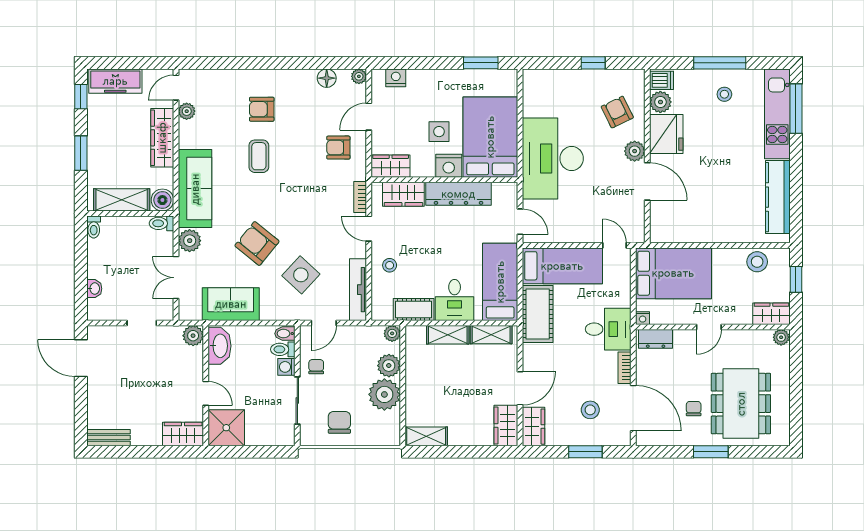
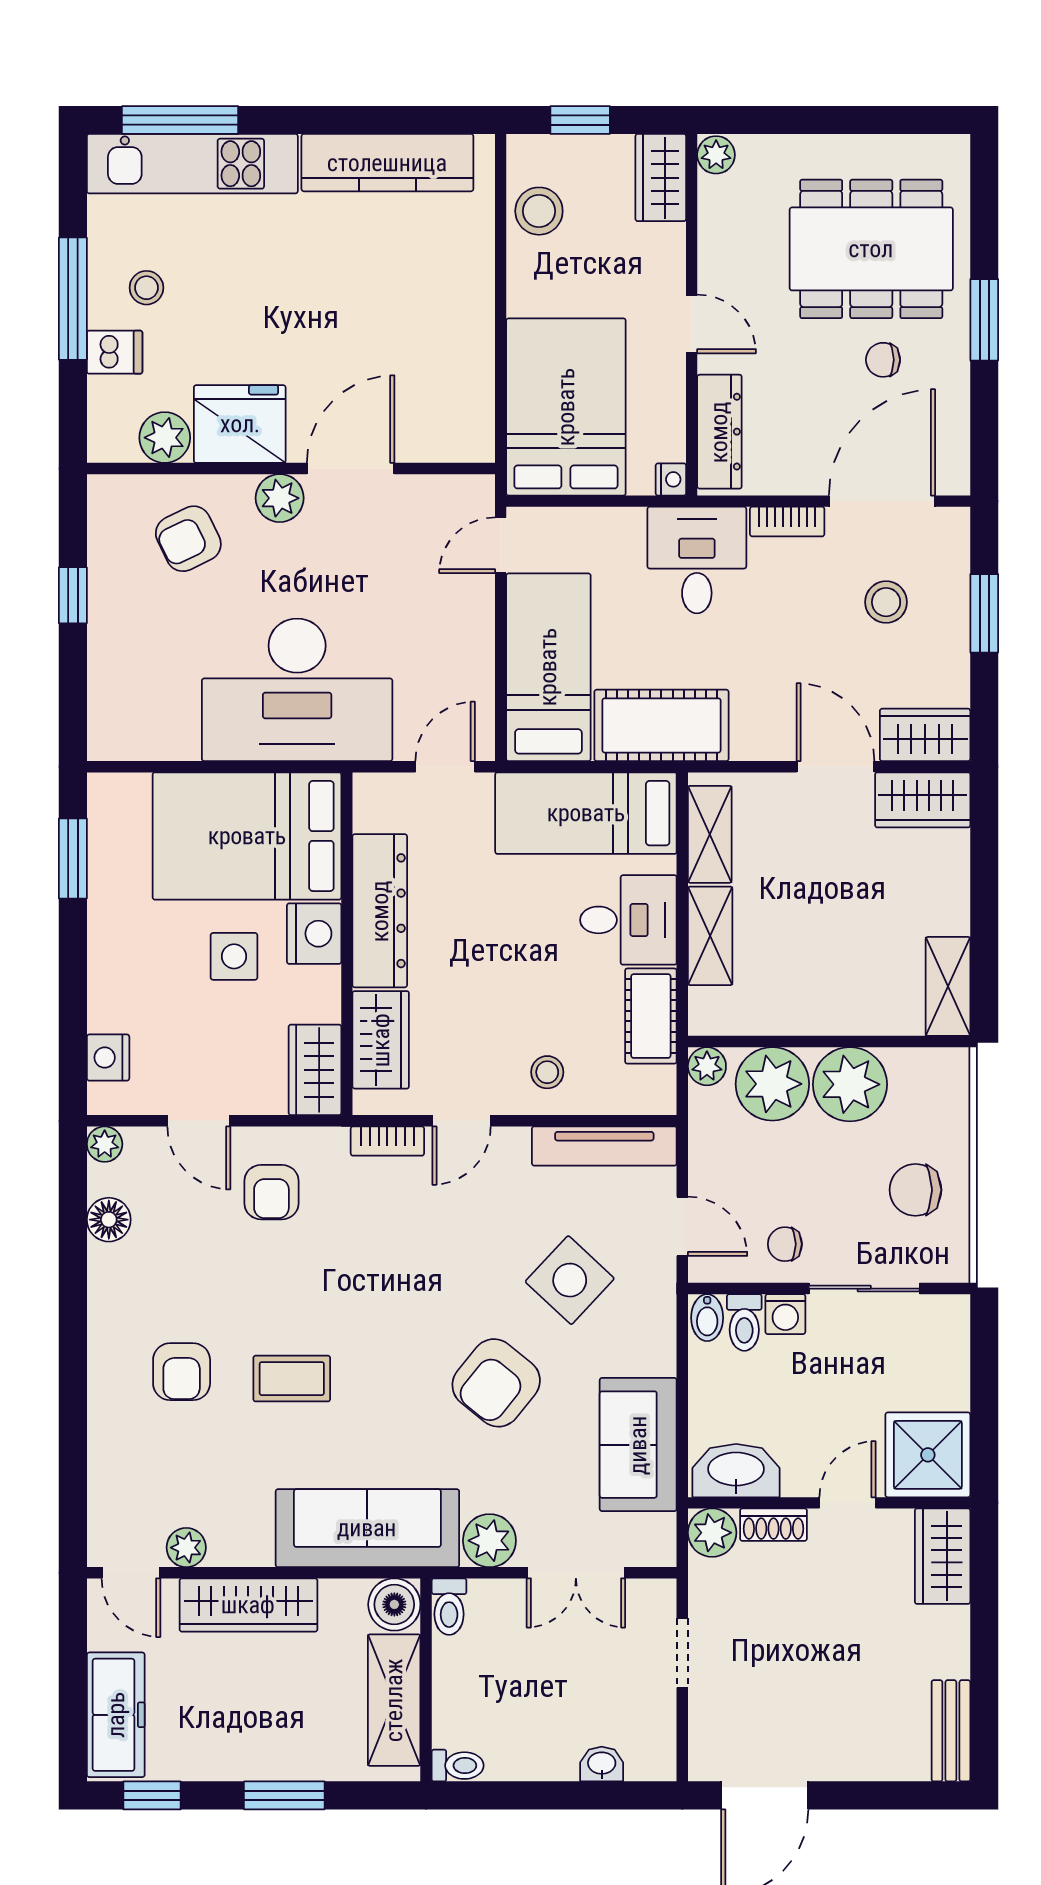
dishwasher: (661, 80) -> (115, 352), moved, turned 90
dresser: (656, 339) -> (719, 432), width x1.44
shoe rack: (196, 362) -> (773, 1525), added
plant: (389, 366) -> (772, 1084), width x1.36, depth x1.36

